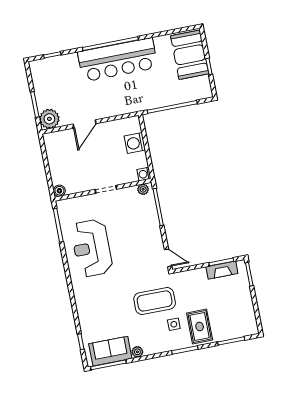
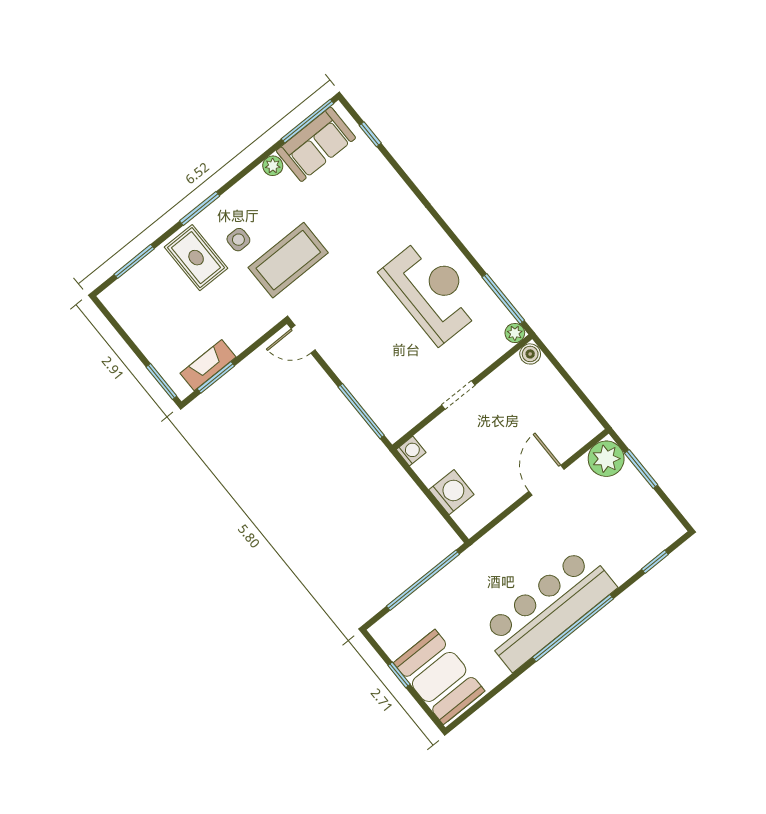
plant: (143, 189) -> (515, 333), moved

